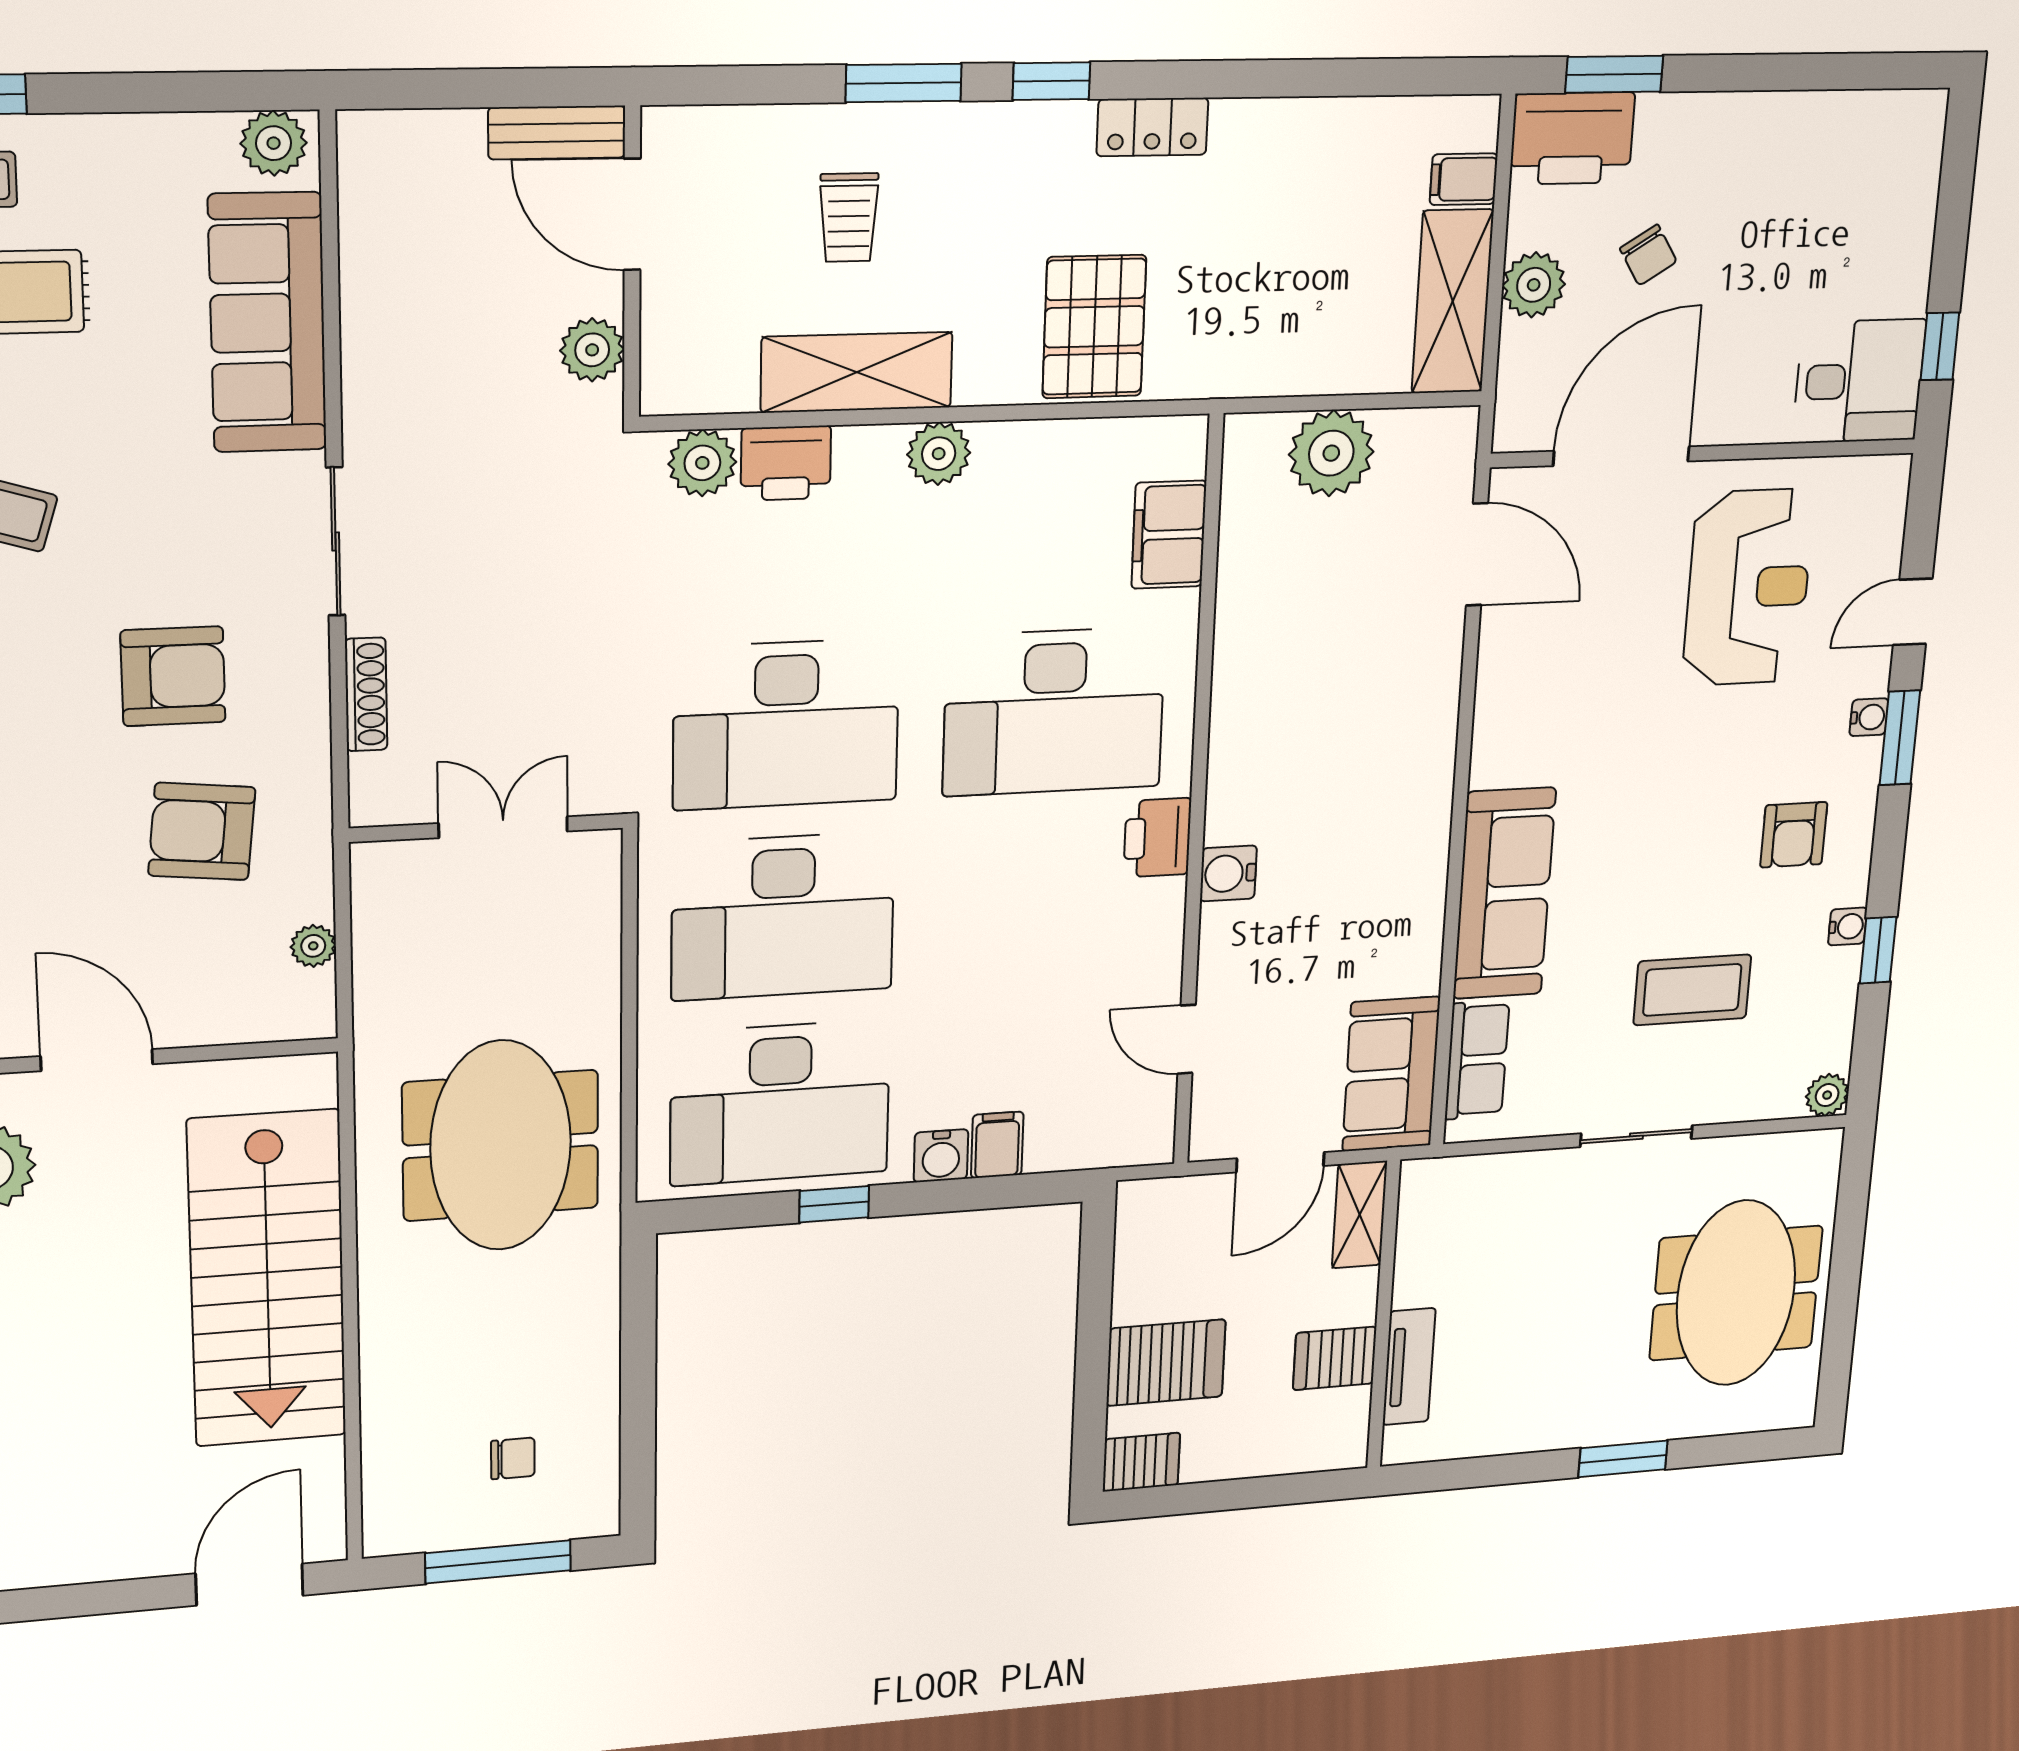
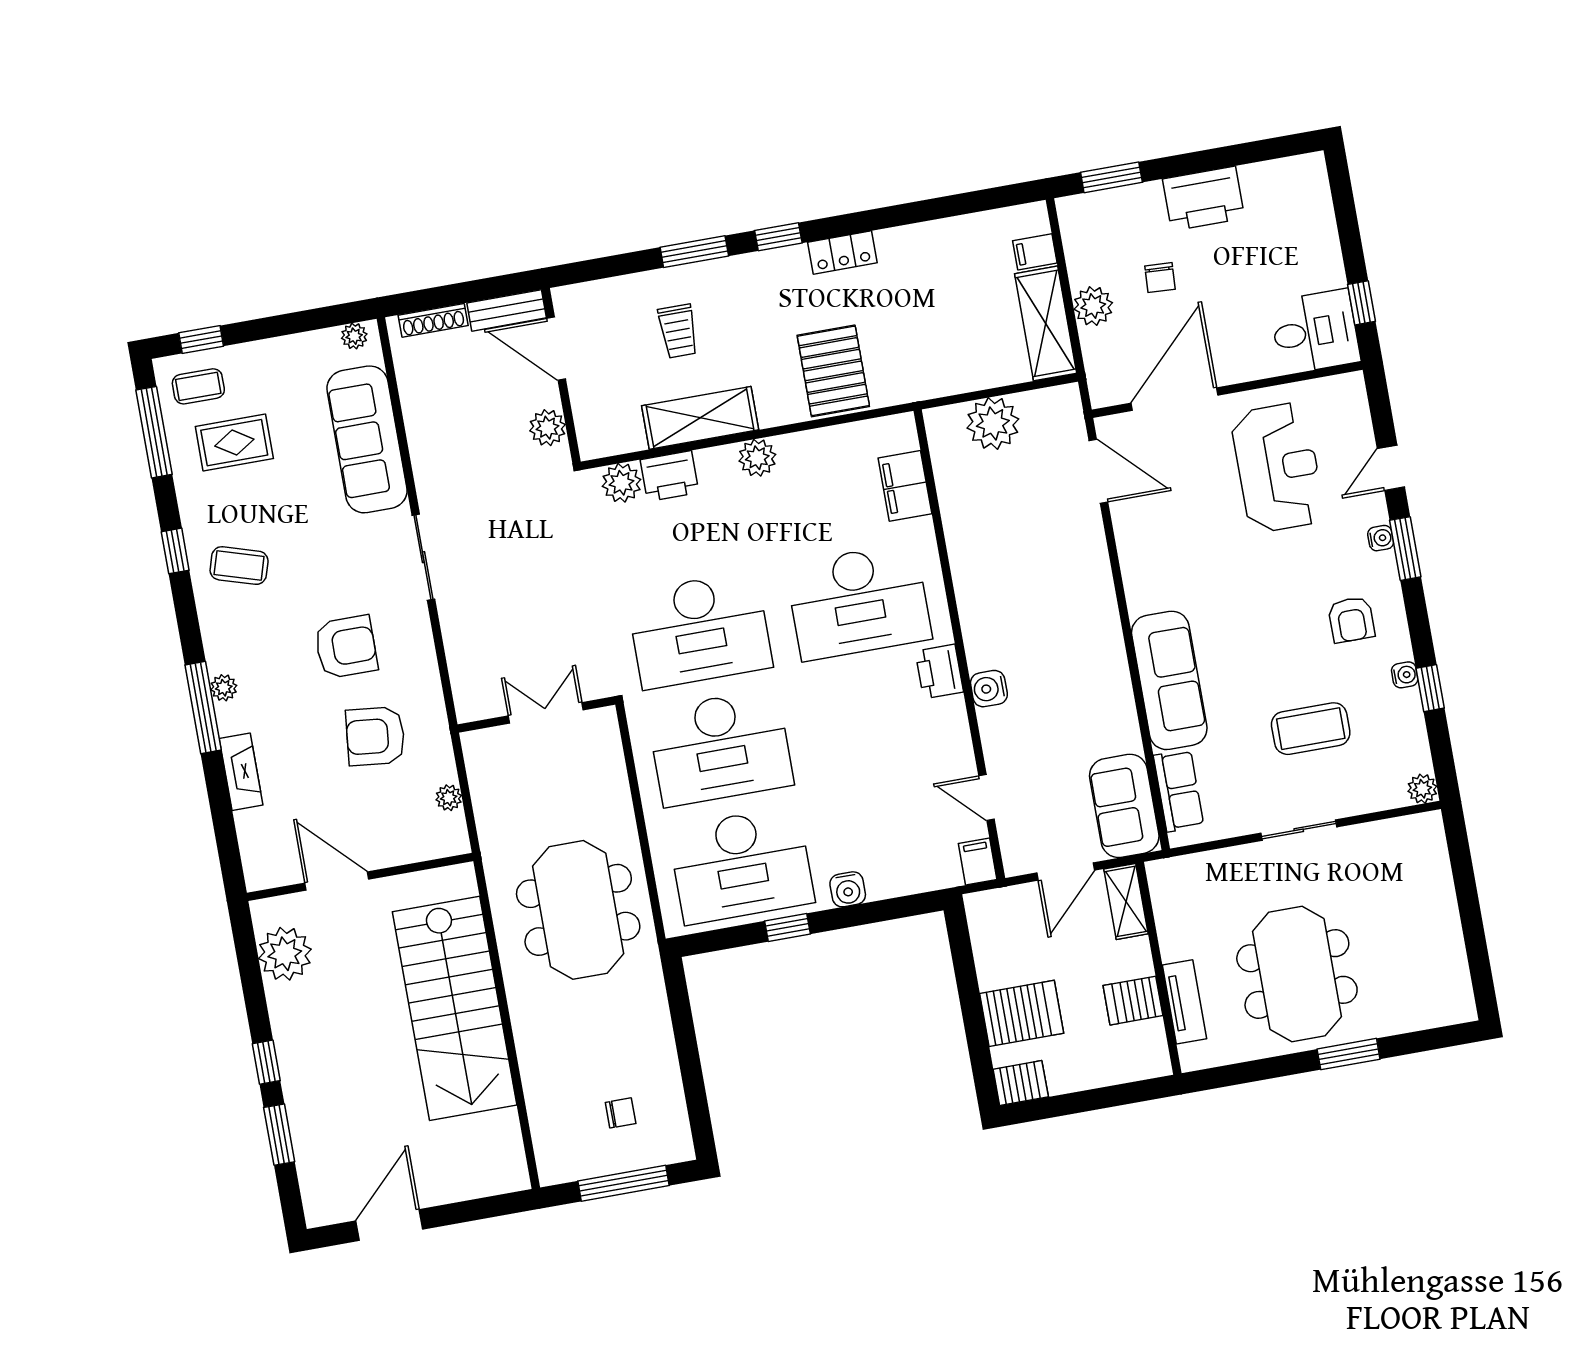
printer: (1572, 138) -> (1204, 199), moved
plant: (274, 143) -> (354, 336), width x0.73, depth x0.73
chair: (1648, 255) -> (1160, 278), turned 35
shoe rack: (366, 694) -> (433, 320), moved, turned 90
filing cabinet: (997, 1145) -> (978, 862), moved
meeting table: (1736, 1293) -> (1297, 974), moved
door: (249, 1585) -> (389, 1225), moved

